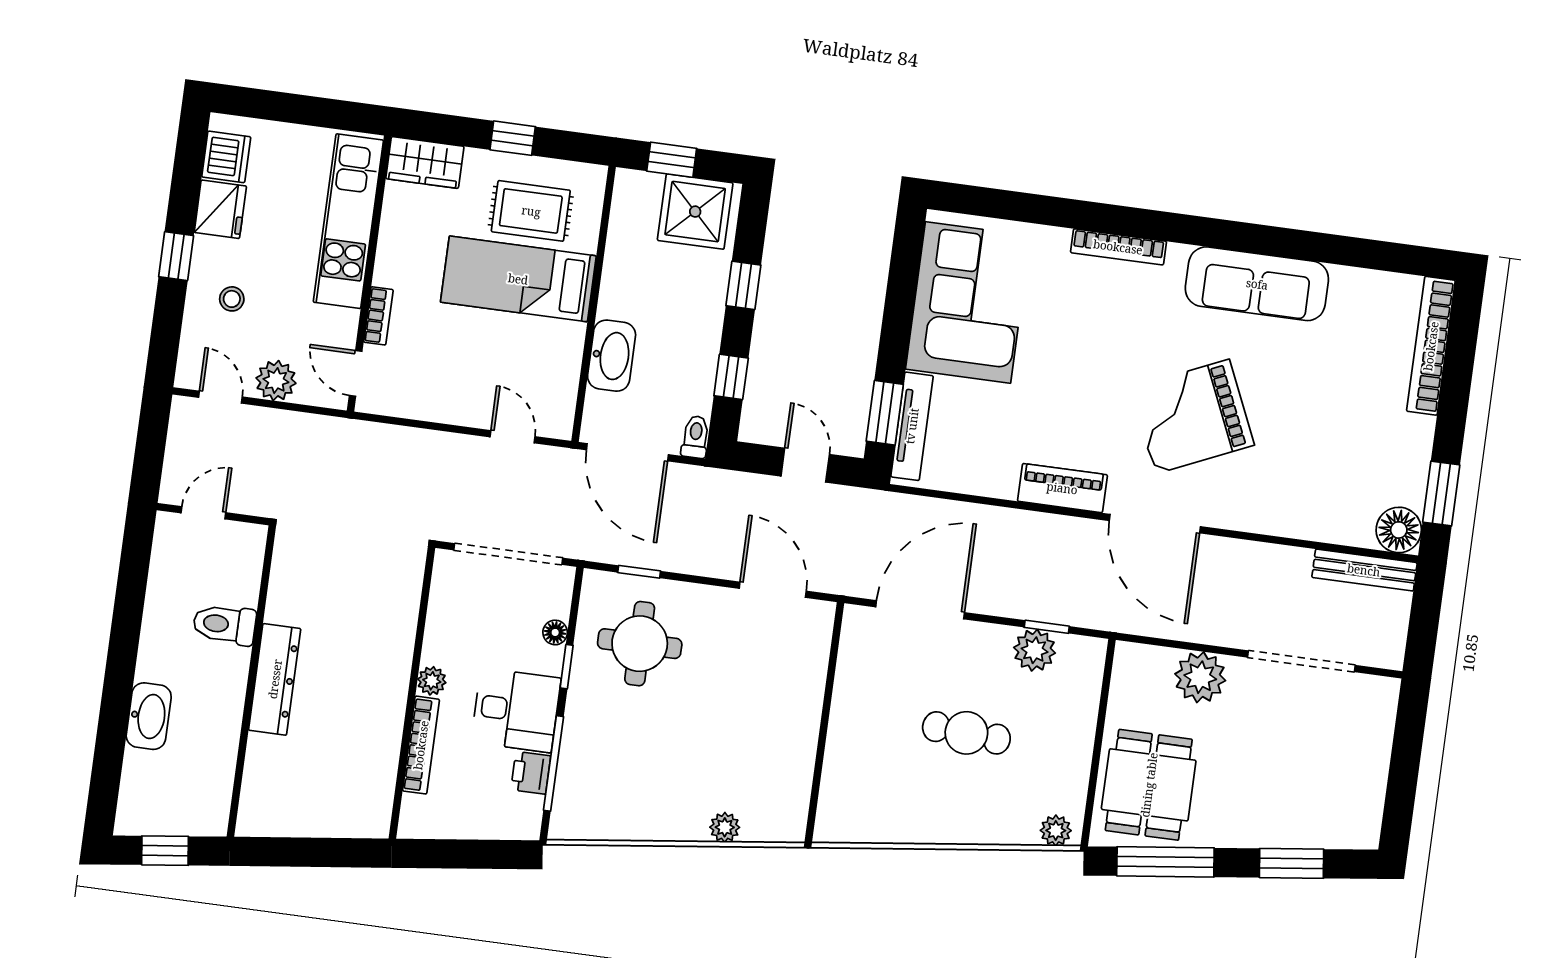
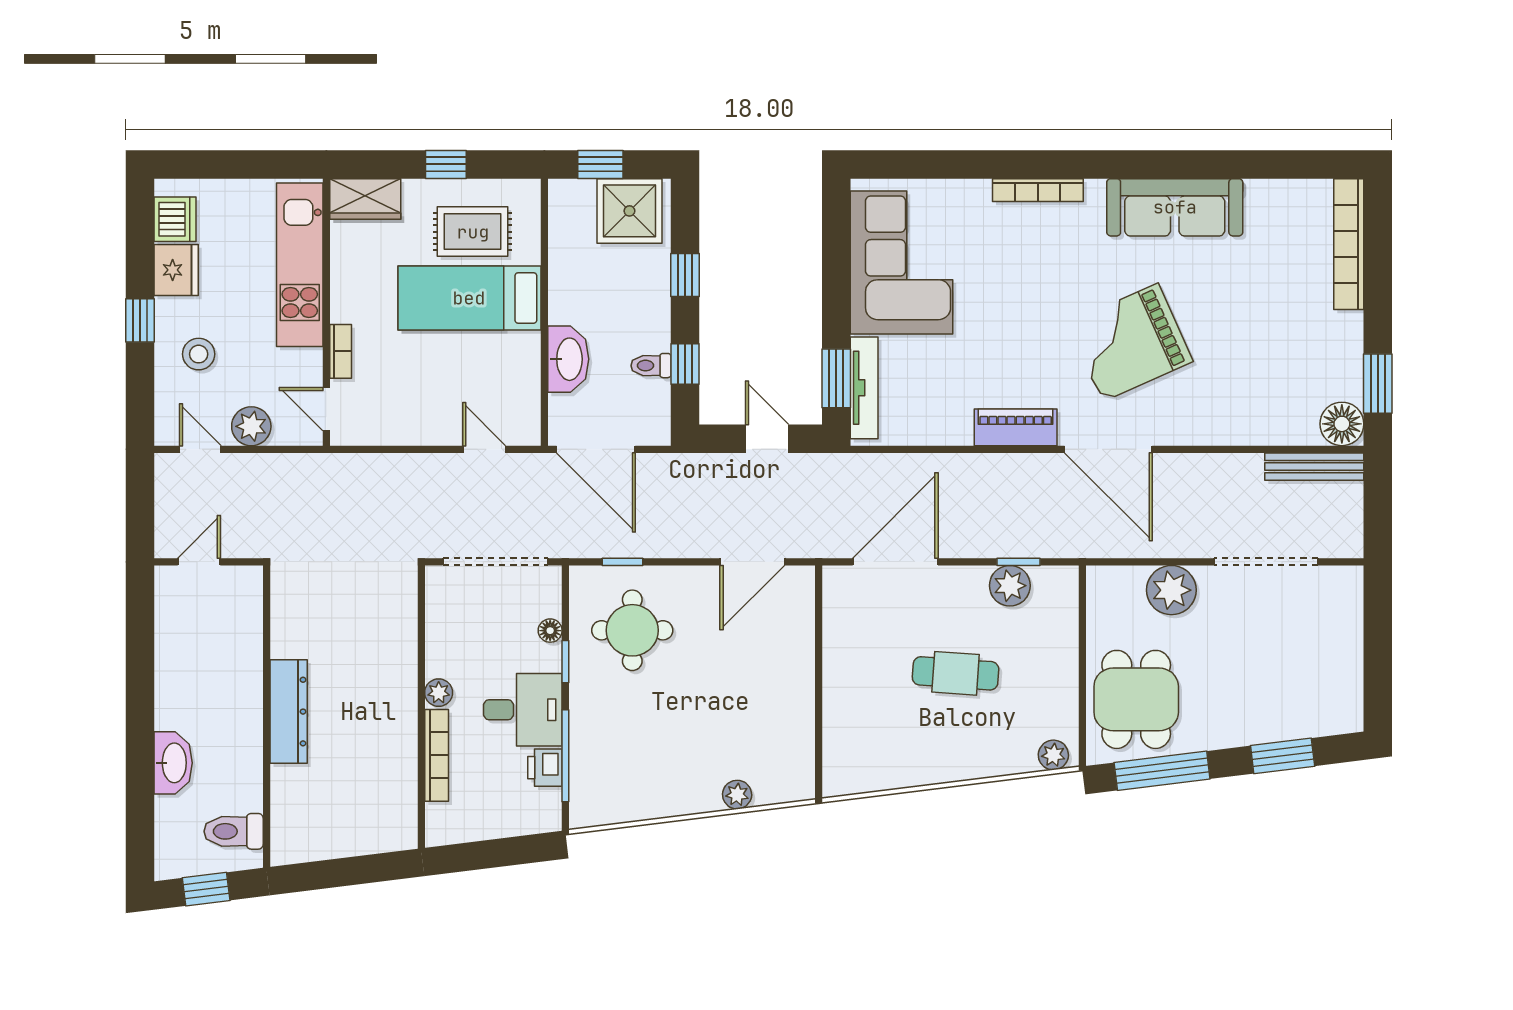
stool: (232, 299) -> (199, 354), width x1.37, depth x1.37
toilet: (695, 437) -> (651, 366), moved, turned -90
door: (773, 590) -> (752, 562), swing flipped
toilet: (224, 624) -> (234, 831), moved

